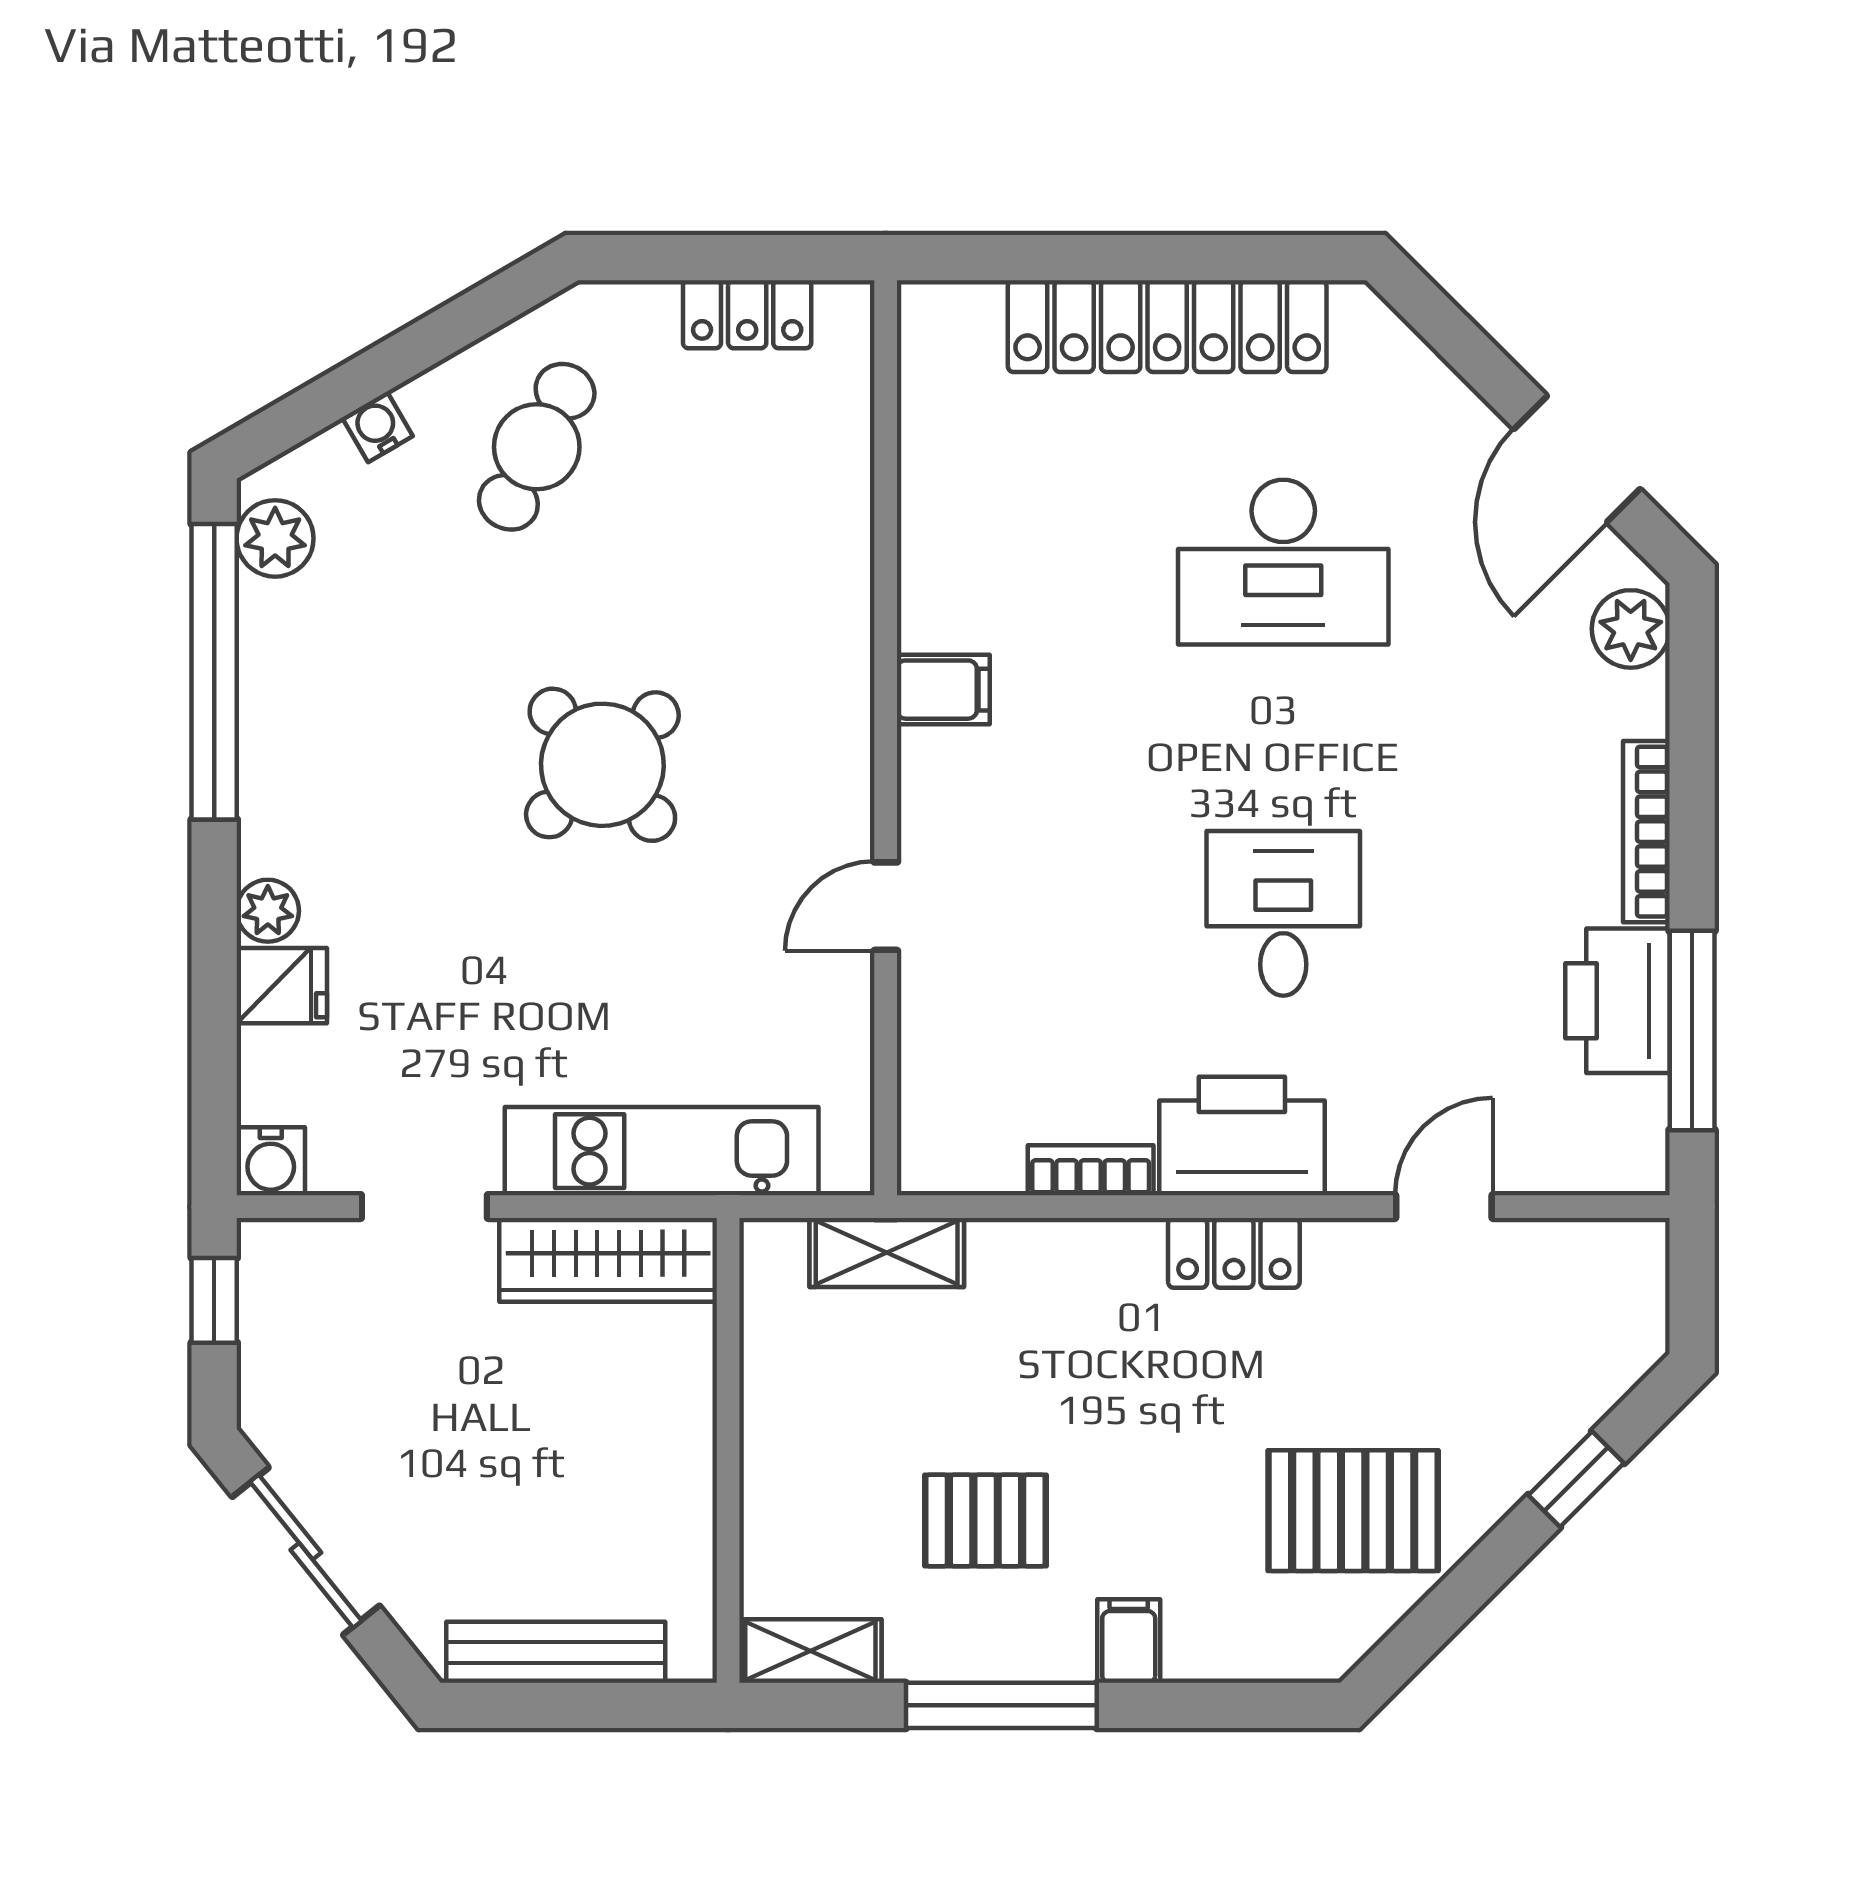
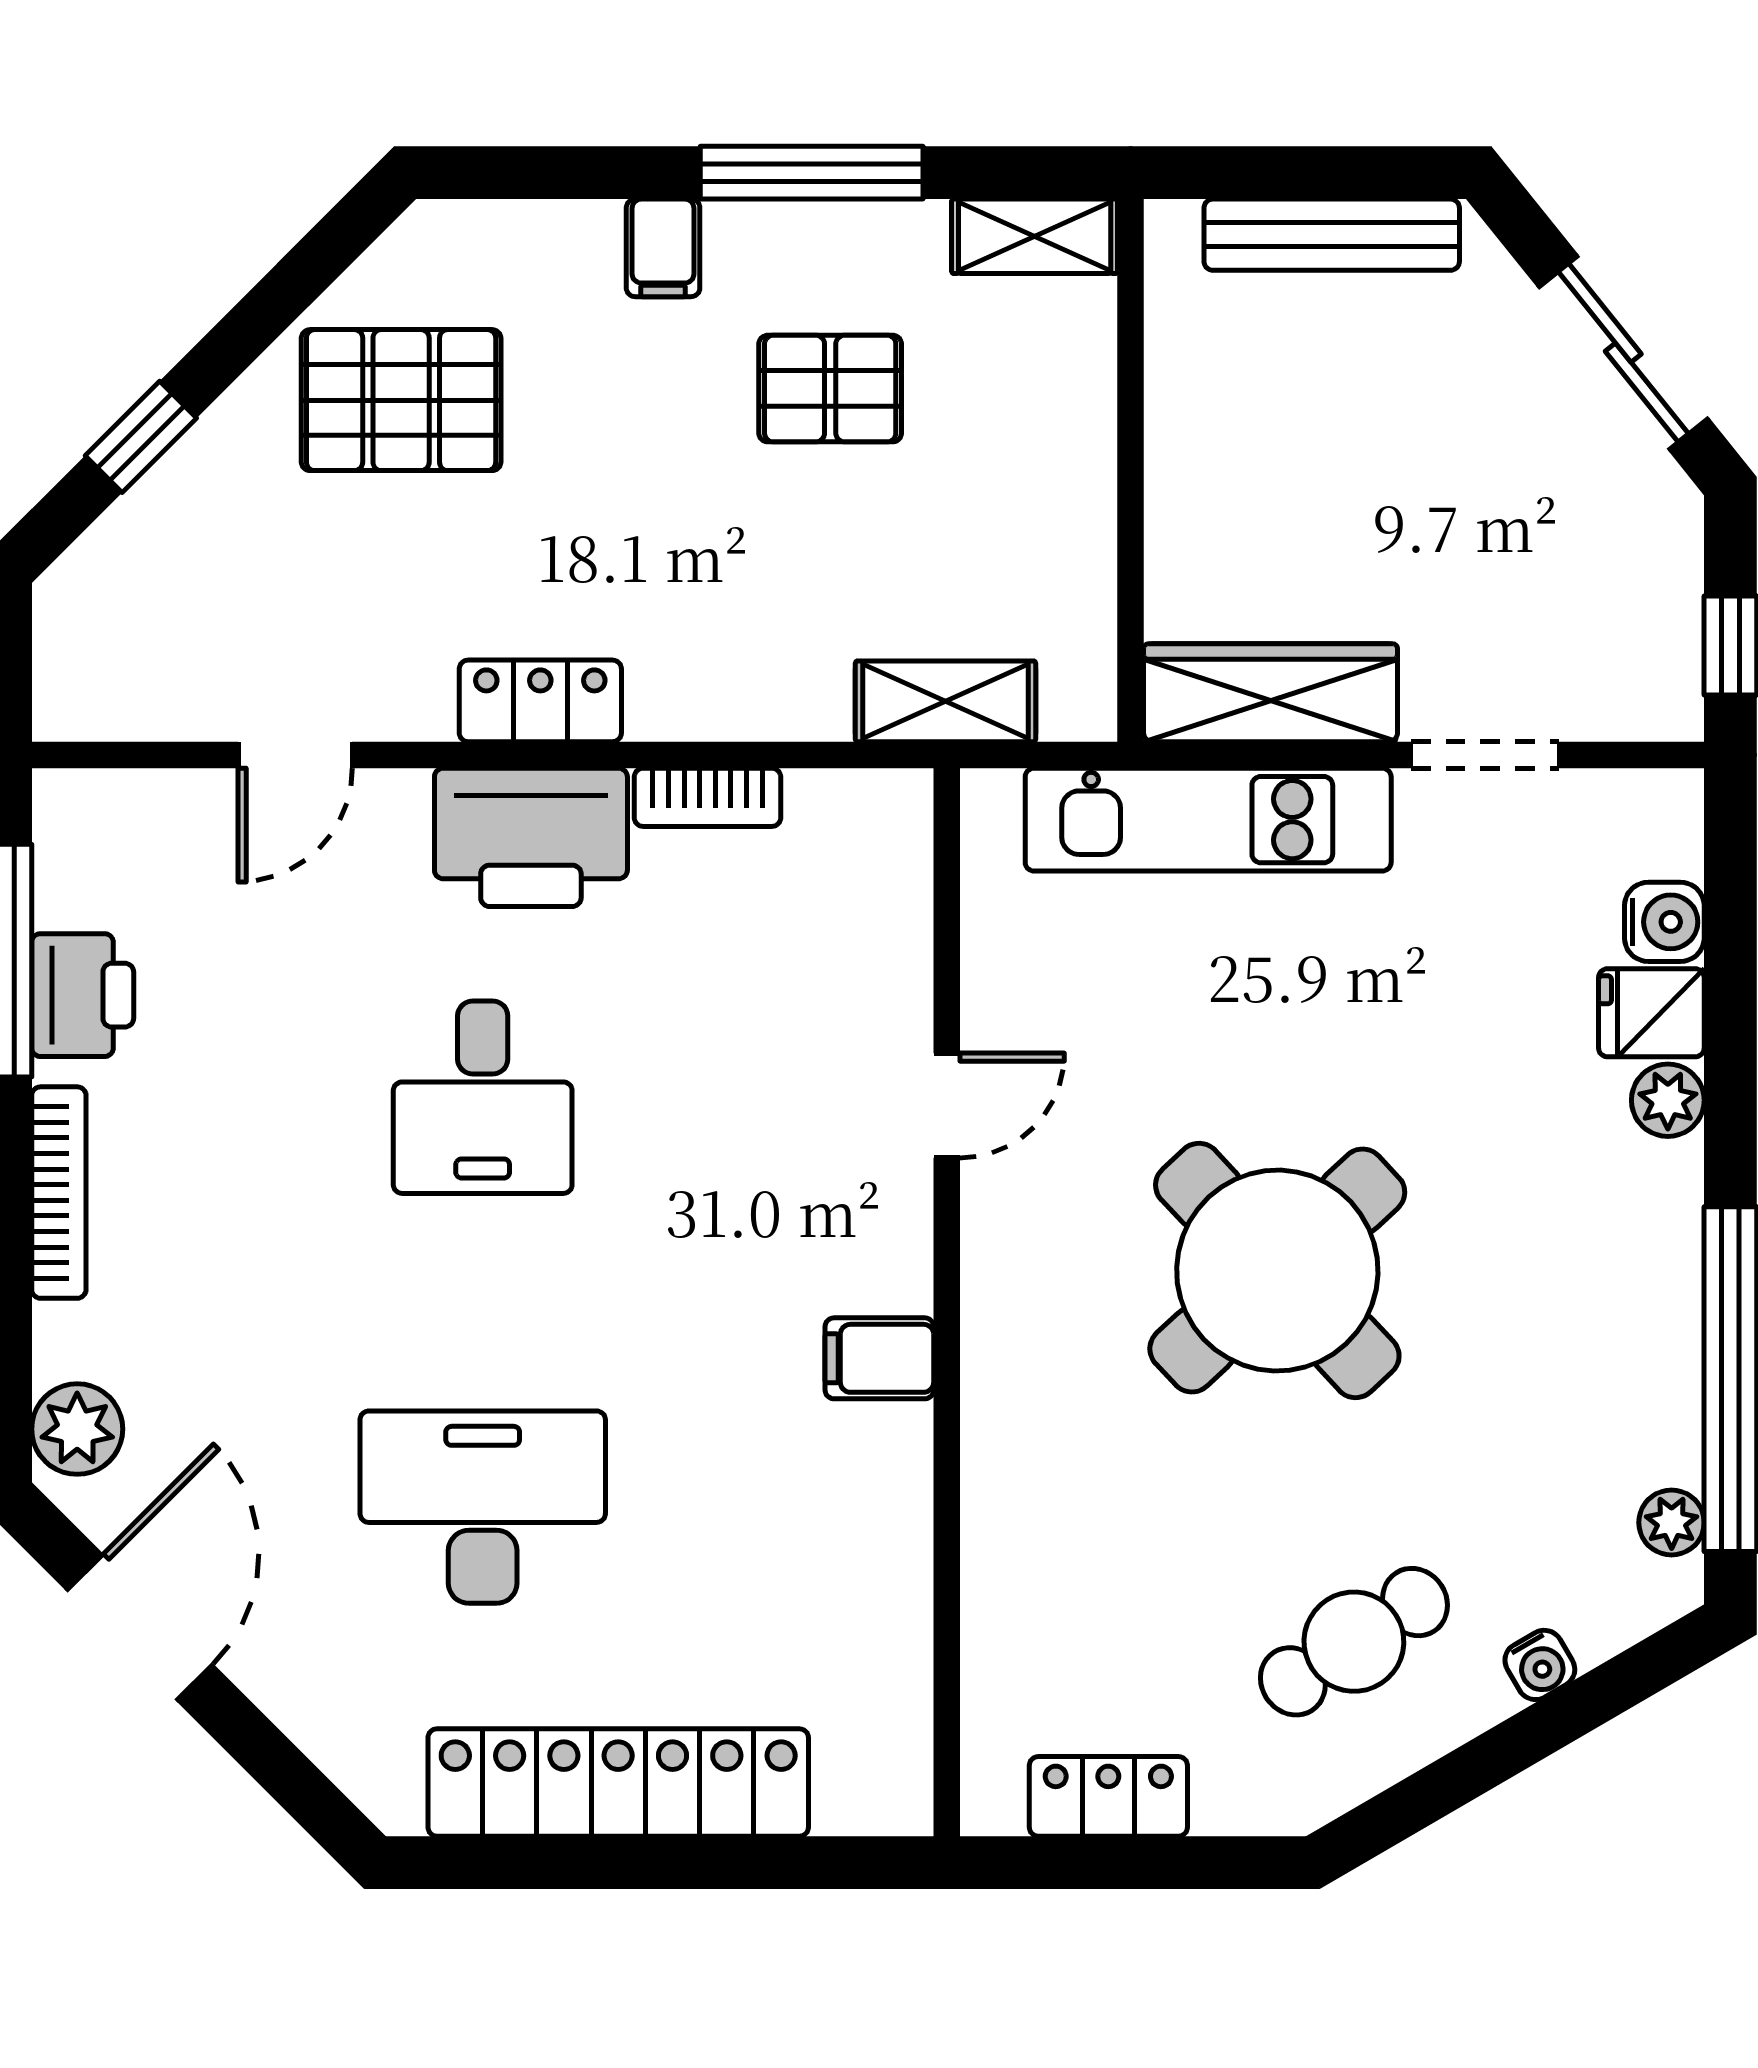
cafe table: (537, 447) -> (1354, 1642), turned 30
plant: (275, 538) -> (1672, 1522), width x0.73, depth x0.73
round table: (602, 765) -> (1277, 1271), width x1.36, depth x1.36
printer: (1618, 1001) -> (83, 995), width x0.73, depth x0.84
water cooler: (271, 1161) -> (1664, 922), moved, turned 90

